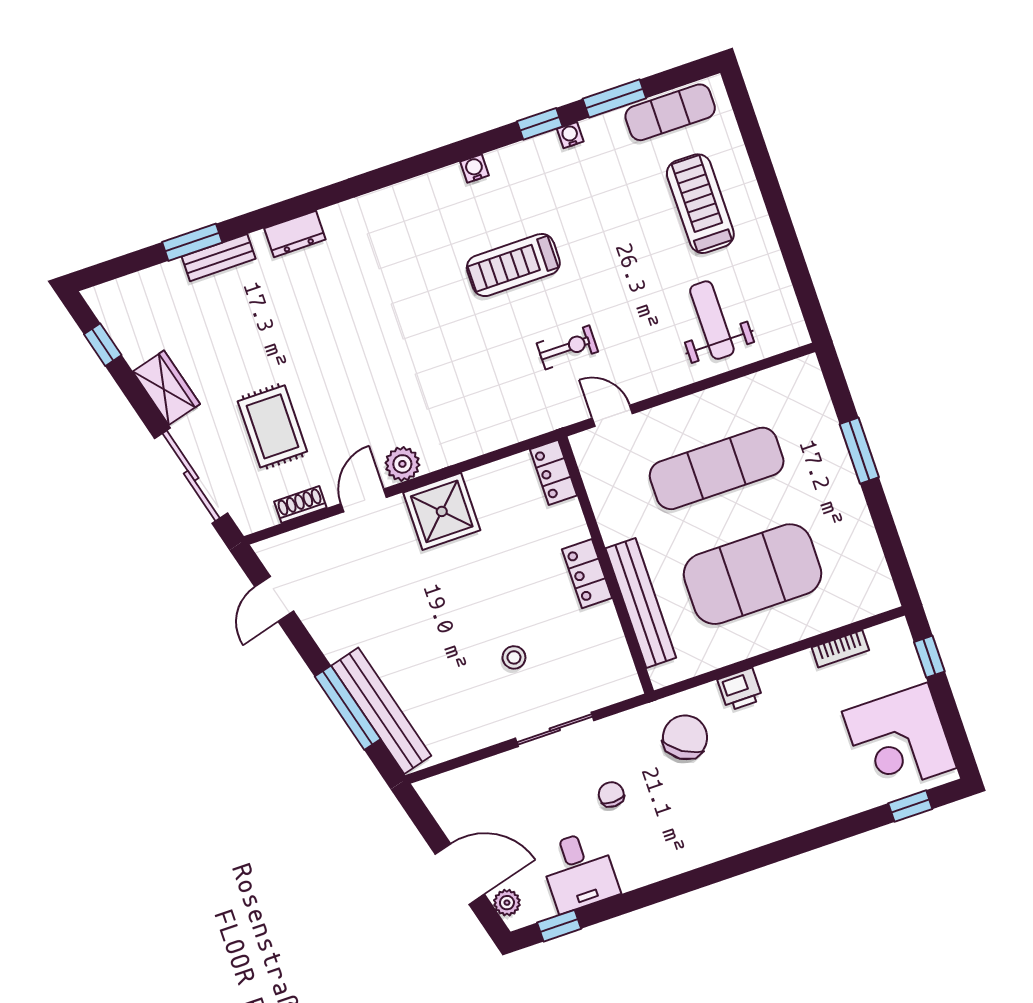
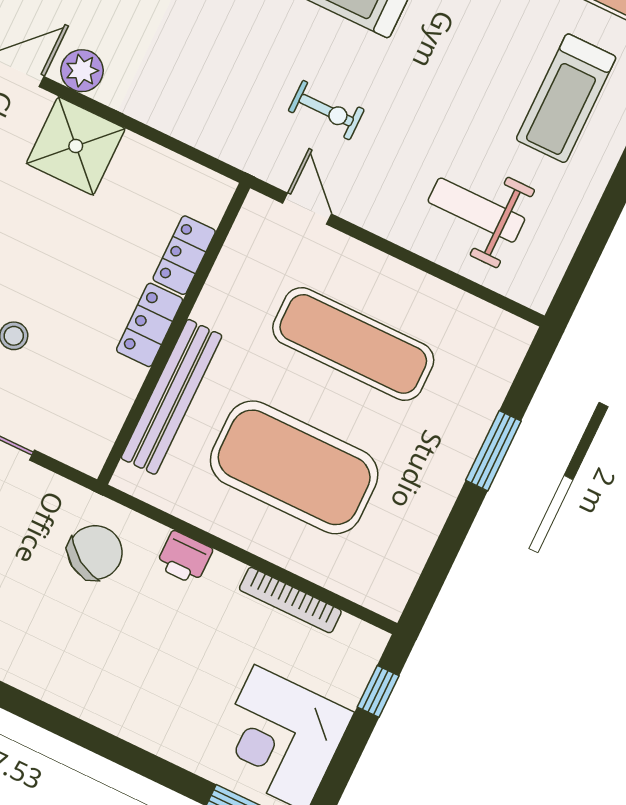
treadmill: (700, 204) -> (566, 98), turned 180
weight bench: (712, 320) -> (476, 210), turned -90
locker: (553, 472) -> (184, 255), moved
bookcase: (840, 649) -> (290, 600), width x1.56

